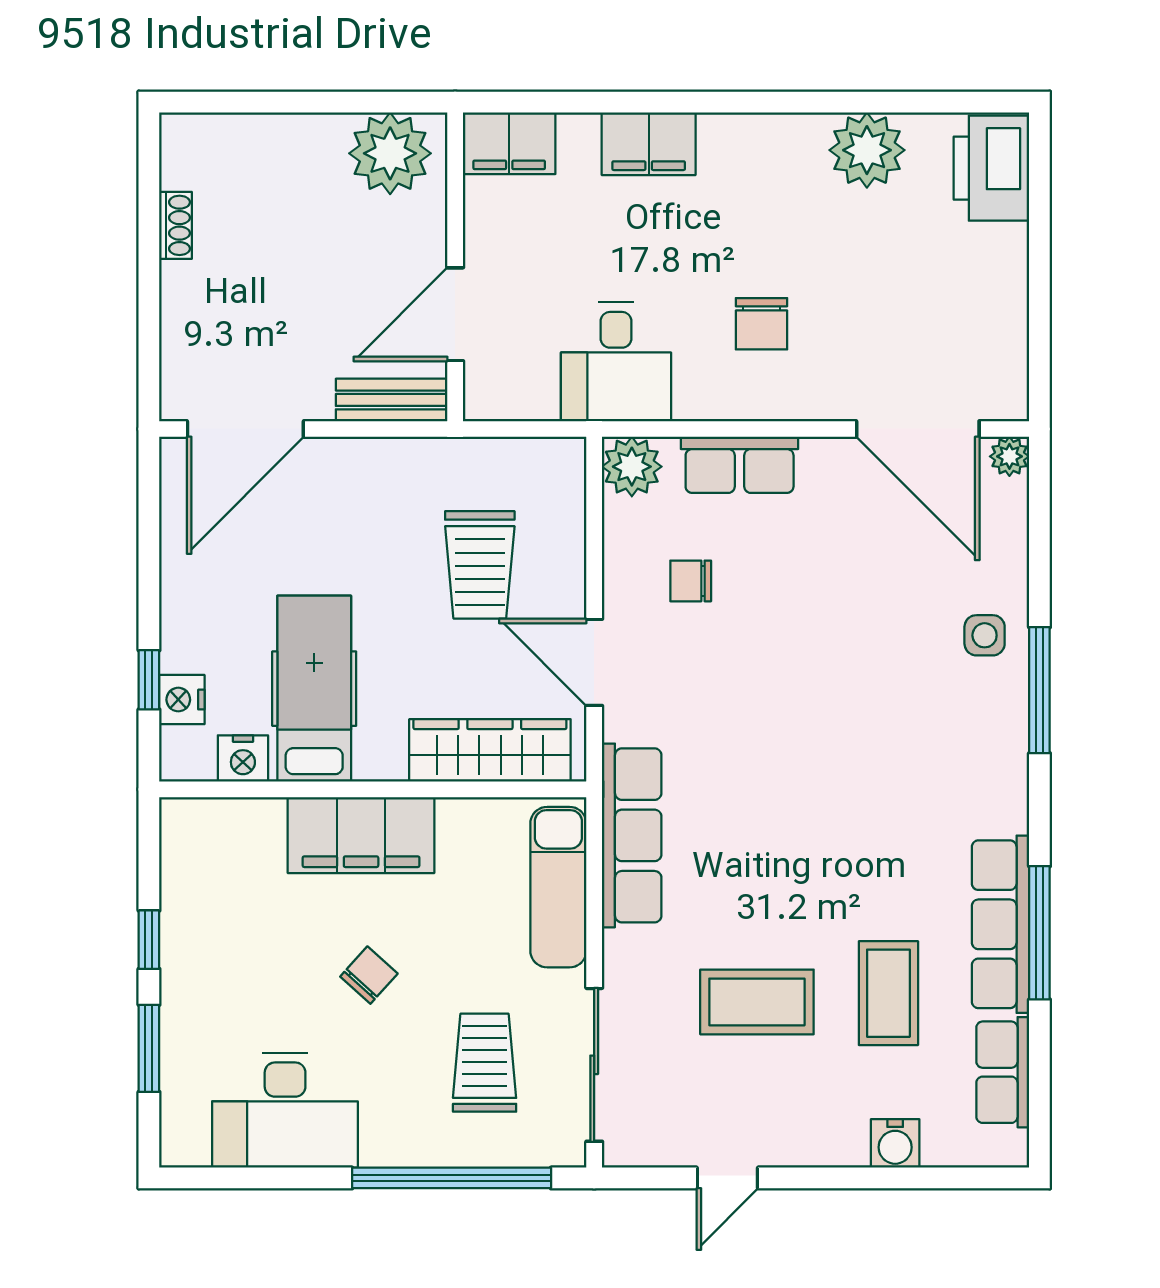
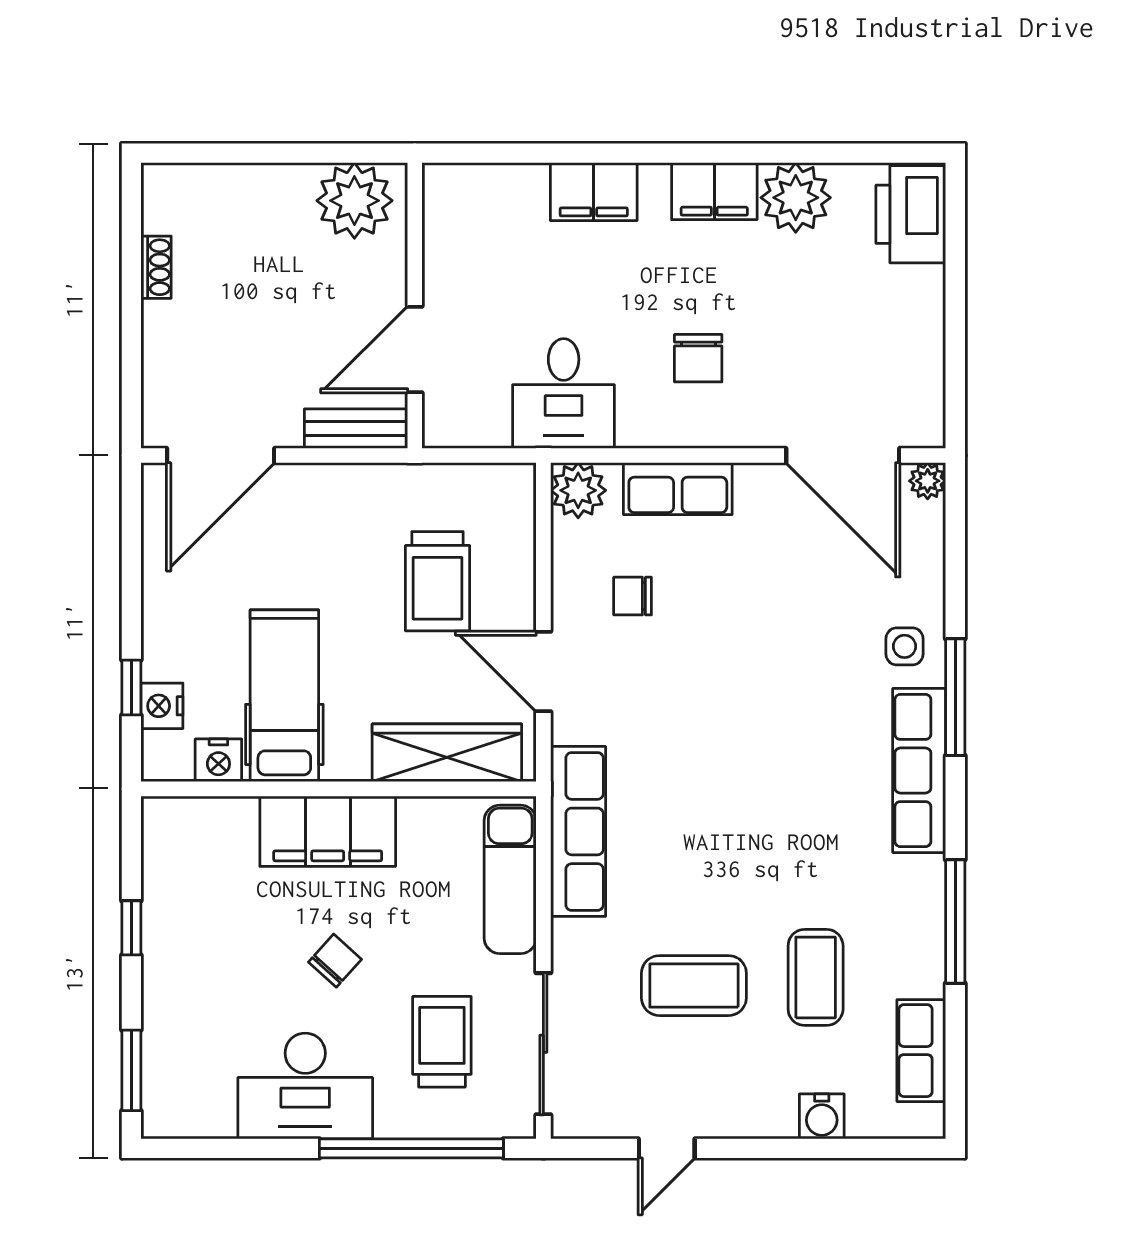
filing cabinet: (509, 143) -> (714, 191), moved
row of seats: (1000, 924) -> (919, 770), moved
window: (149, 1048) -> (131, 1070), moved
desk: (285, 1110) -> (305, 1086), moved

